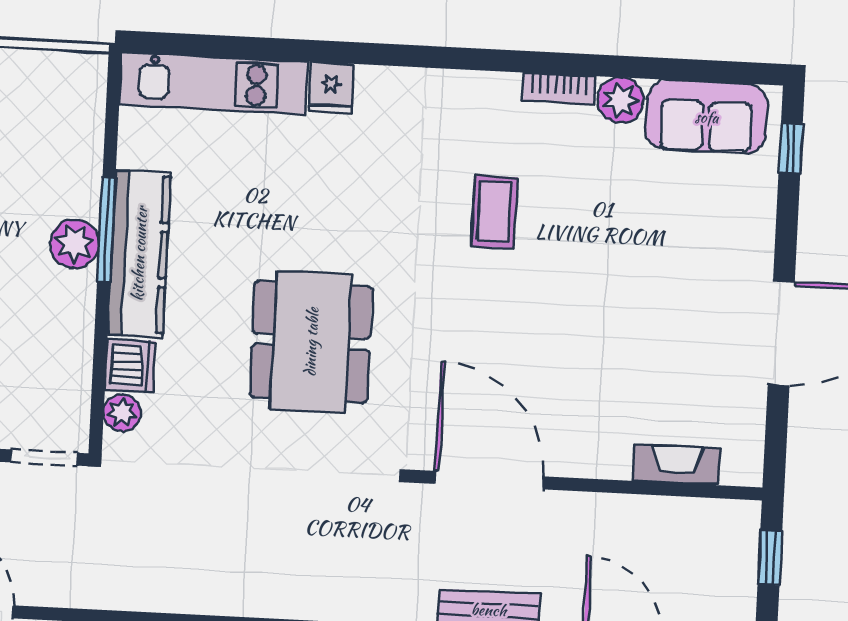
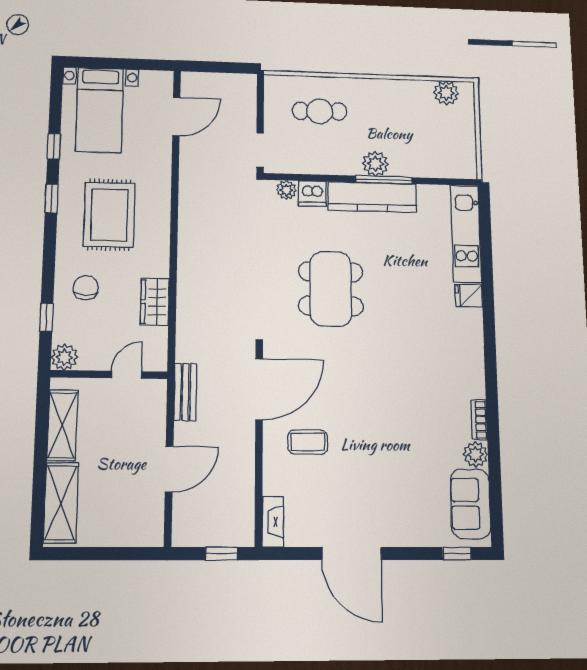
coffee table: (494, 212) -> (308, 442), moved
dining table: (311, 342) -> (331, 289), turned 90
fireplace: (676, 465) -> (273, 522), moved

